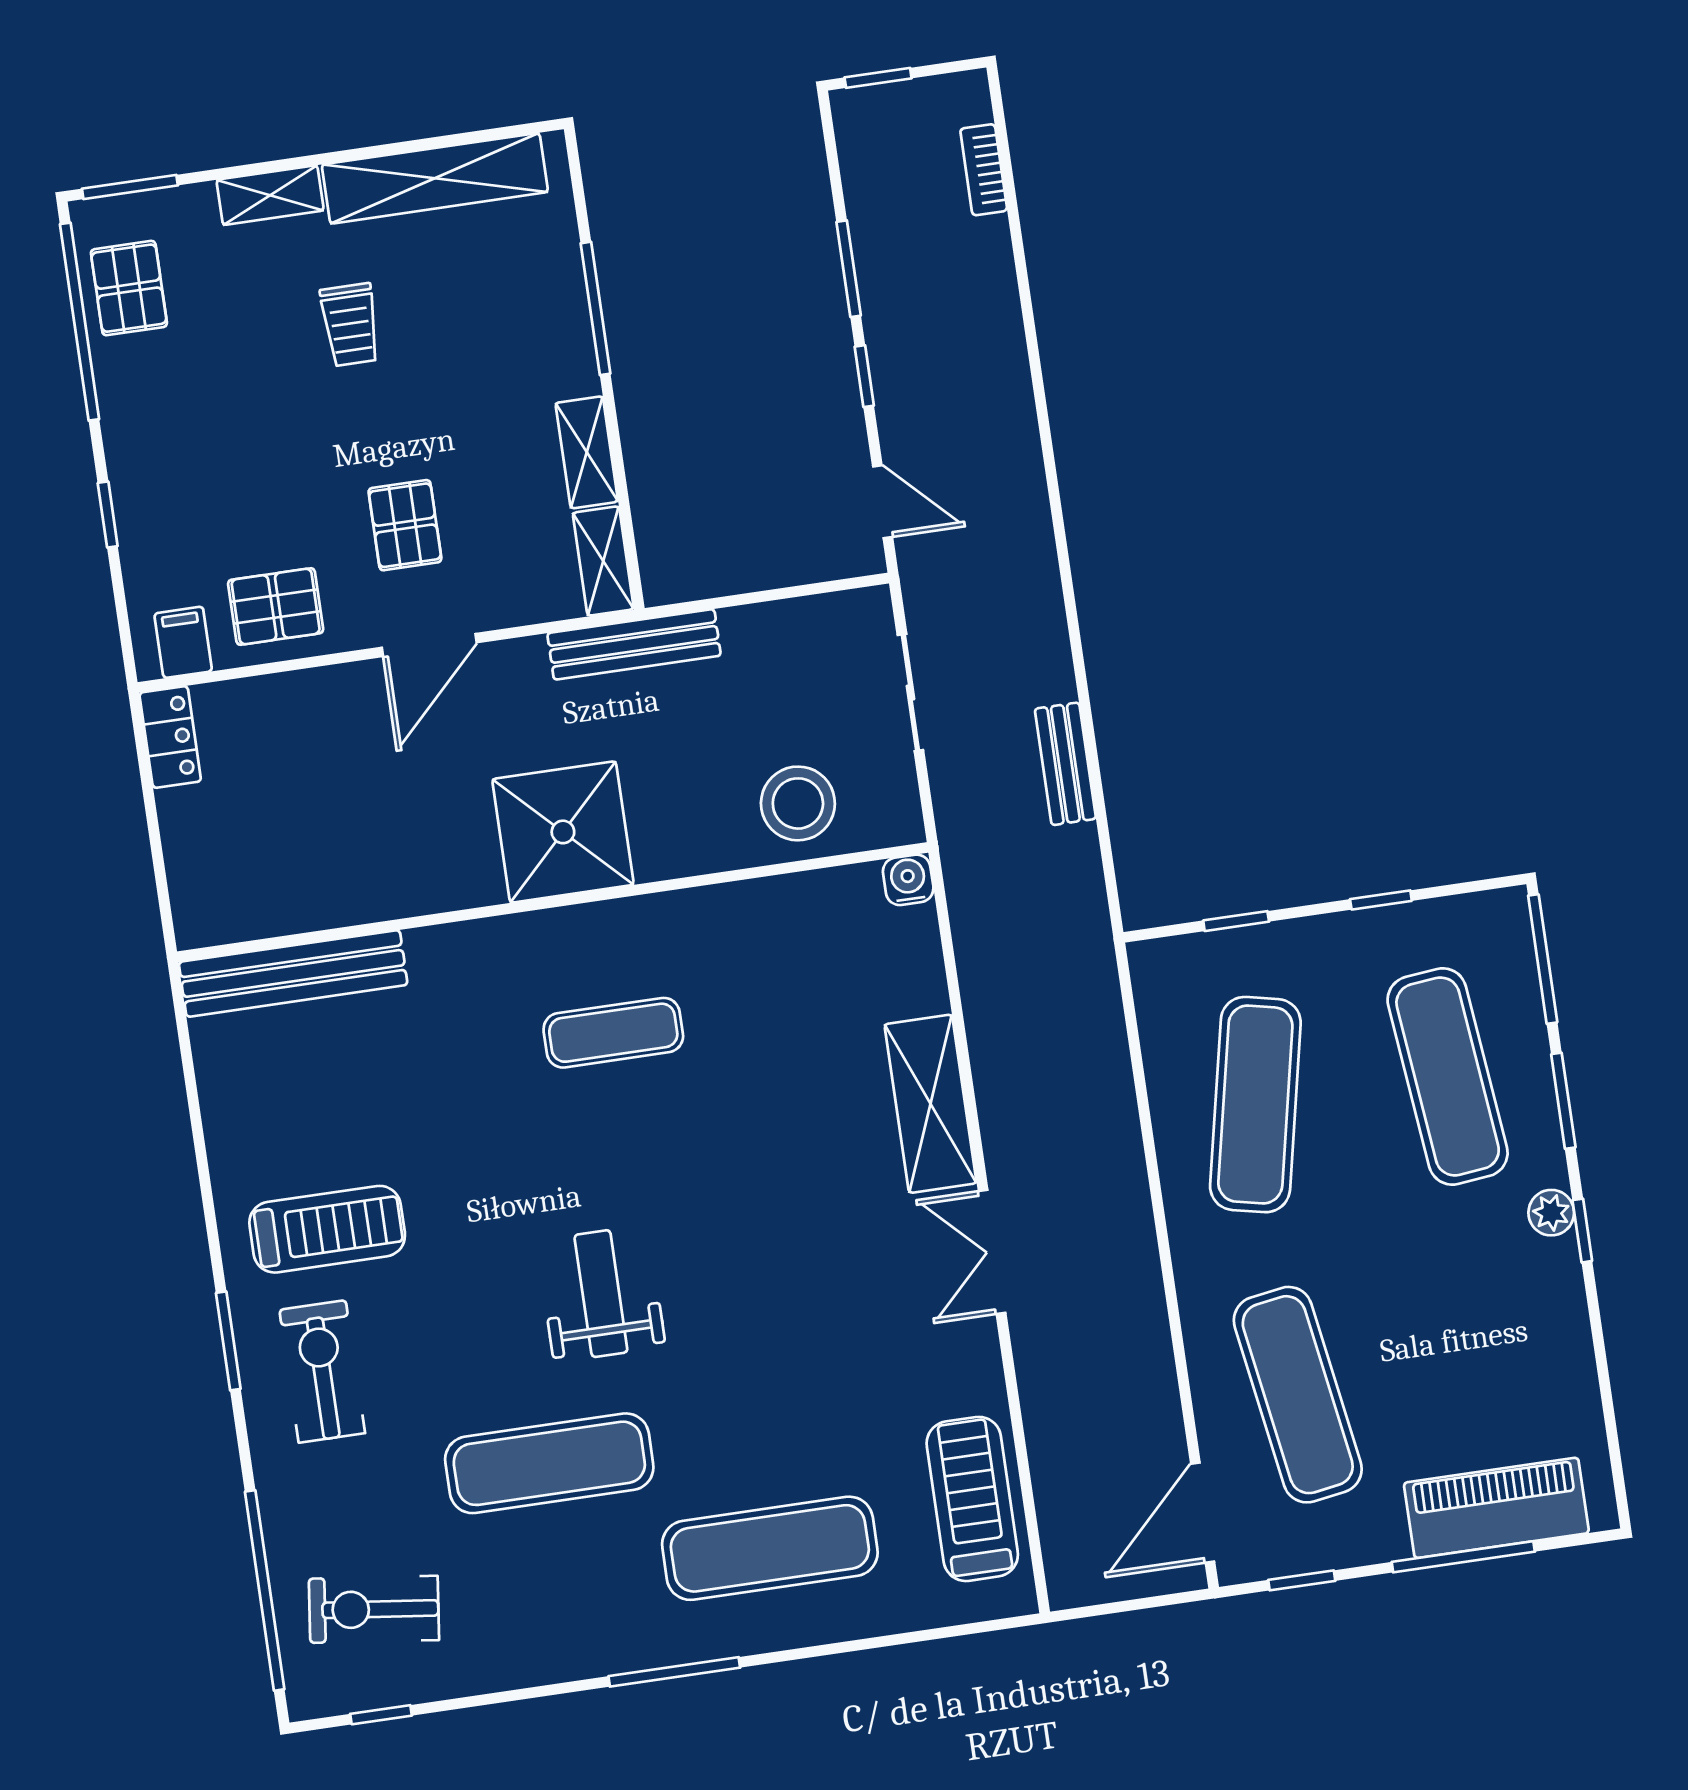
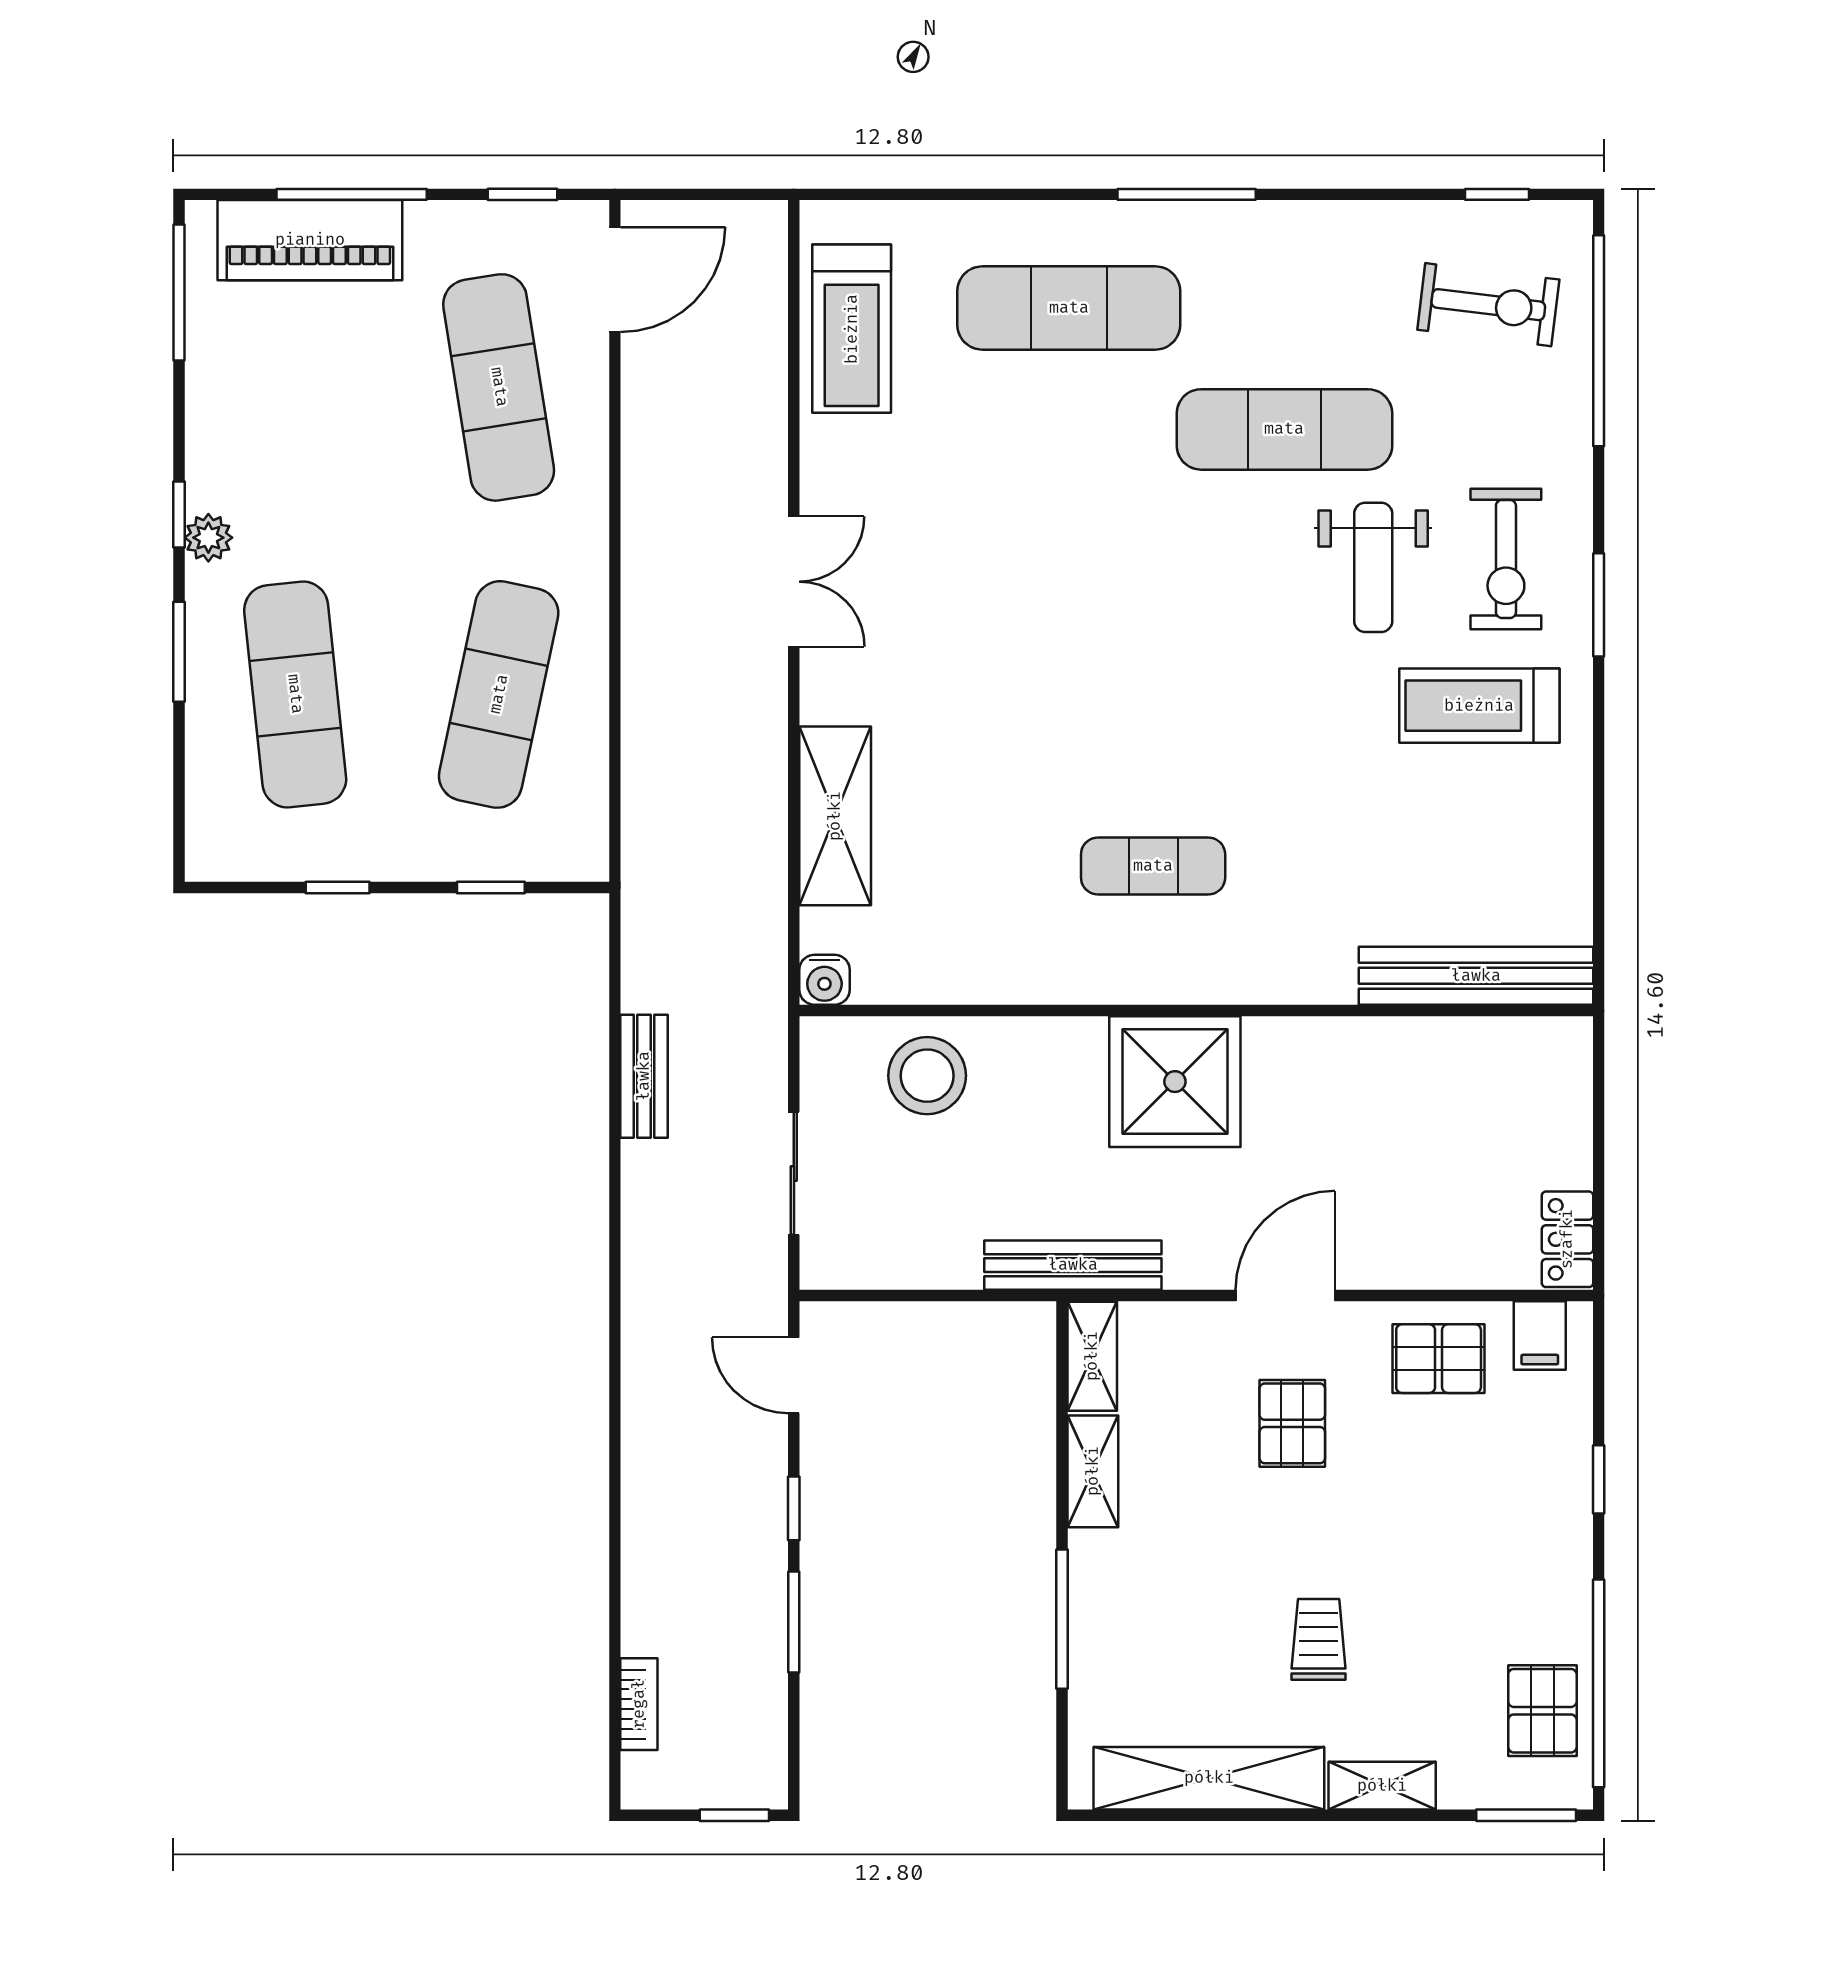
window: (1543, 959) -> (179, 293), moved
shelving: (931, 1104) -> (835, 816), moved
weight bench: (601, 1294) -> (1373, 567), moved

